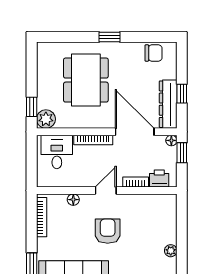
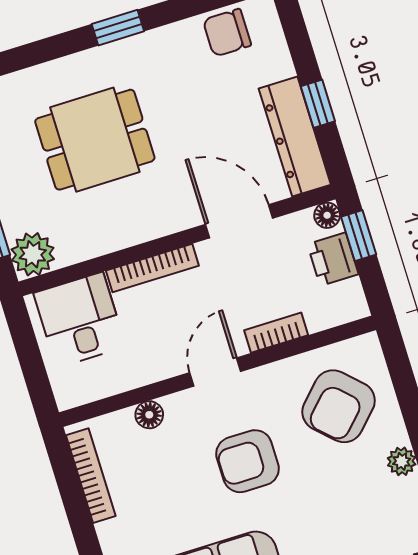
chair: (154, 53) -> (227, 33), turned 180
dining table: (86, 80) -> (95, 140), width x0.73
door: (135, 132) -> (239, 221), width x0.73
printer: (159, 179) -> (333, 259), moved, turned -90
armchair: (152, 220) -> (339, 406), added
armchair: (108, 231) -> (247, 461), turned -90

